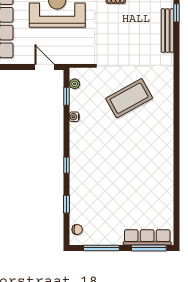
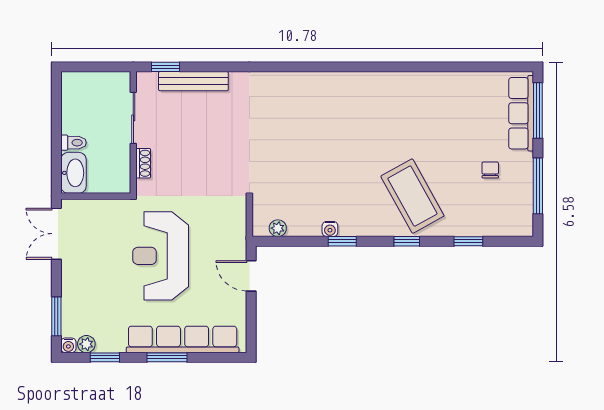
door: (45, 67) -> (251, 276), hinge flipped
window: (66, 96) -> (342, 241), moved
coffee table: (129, 98) -> (412, 196), moved
chair: (77, 230) -> (490, 170), moved

